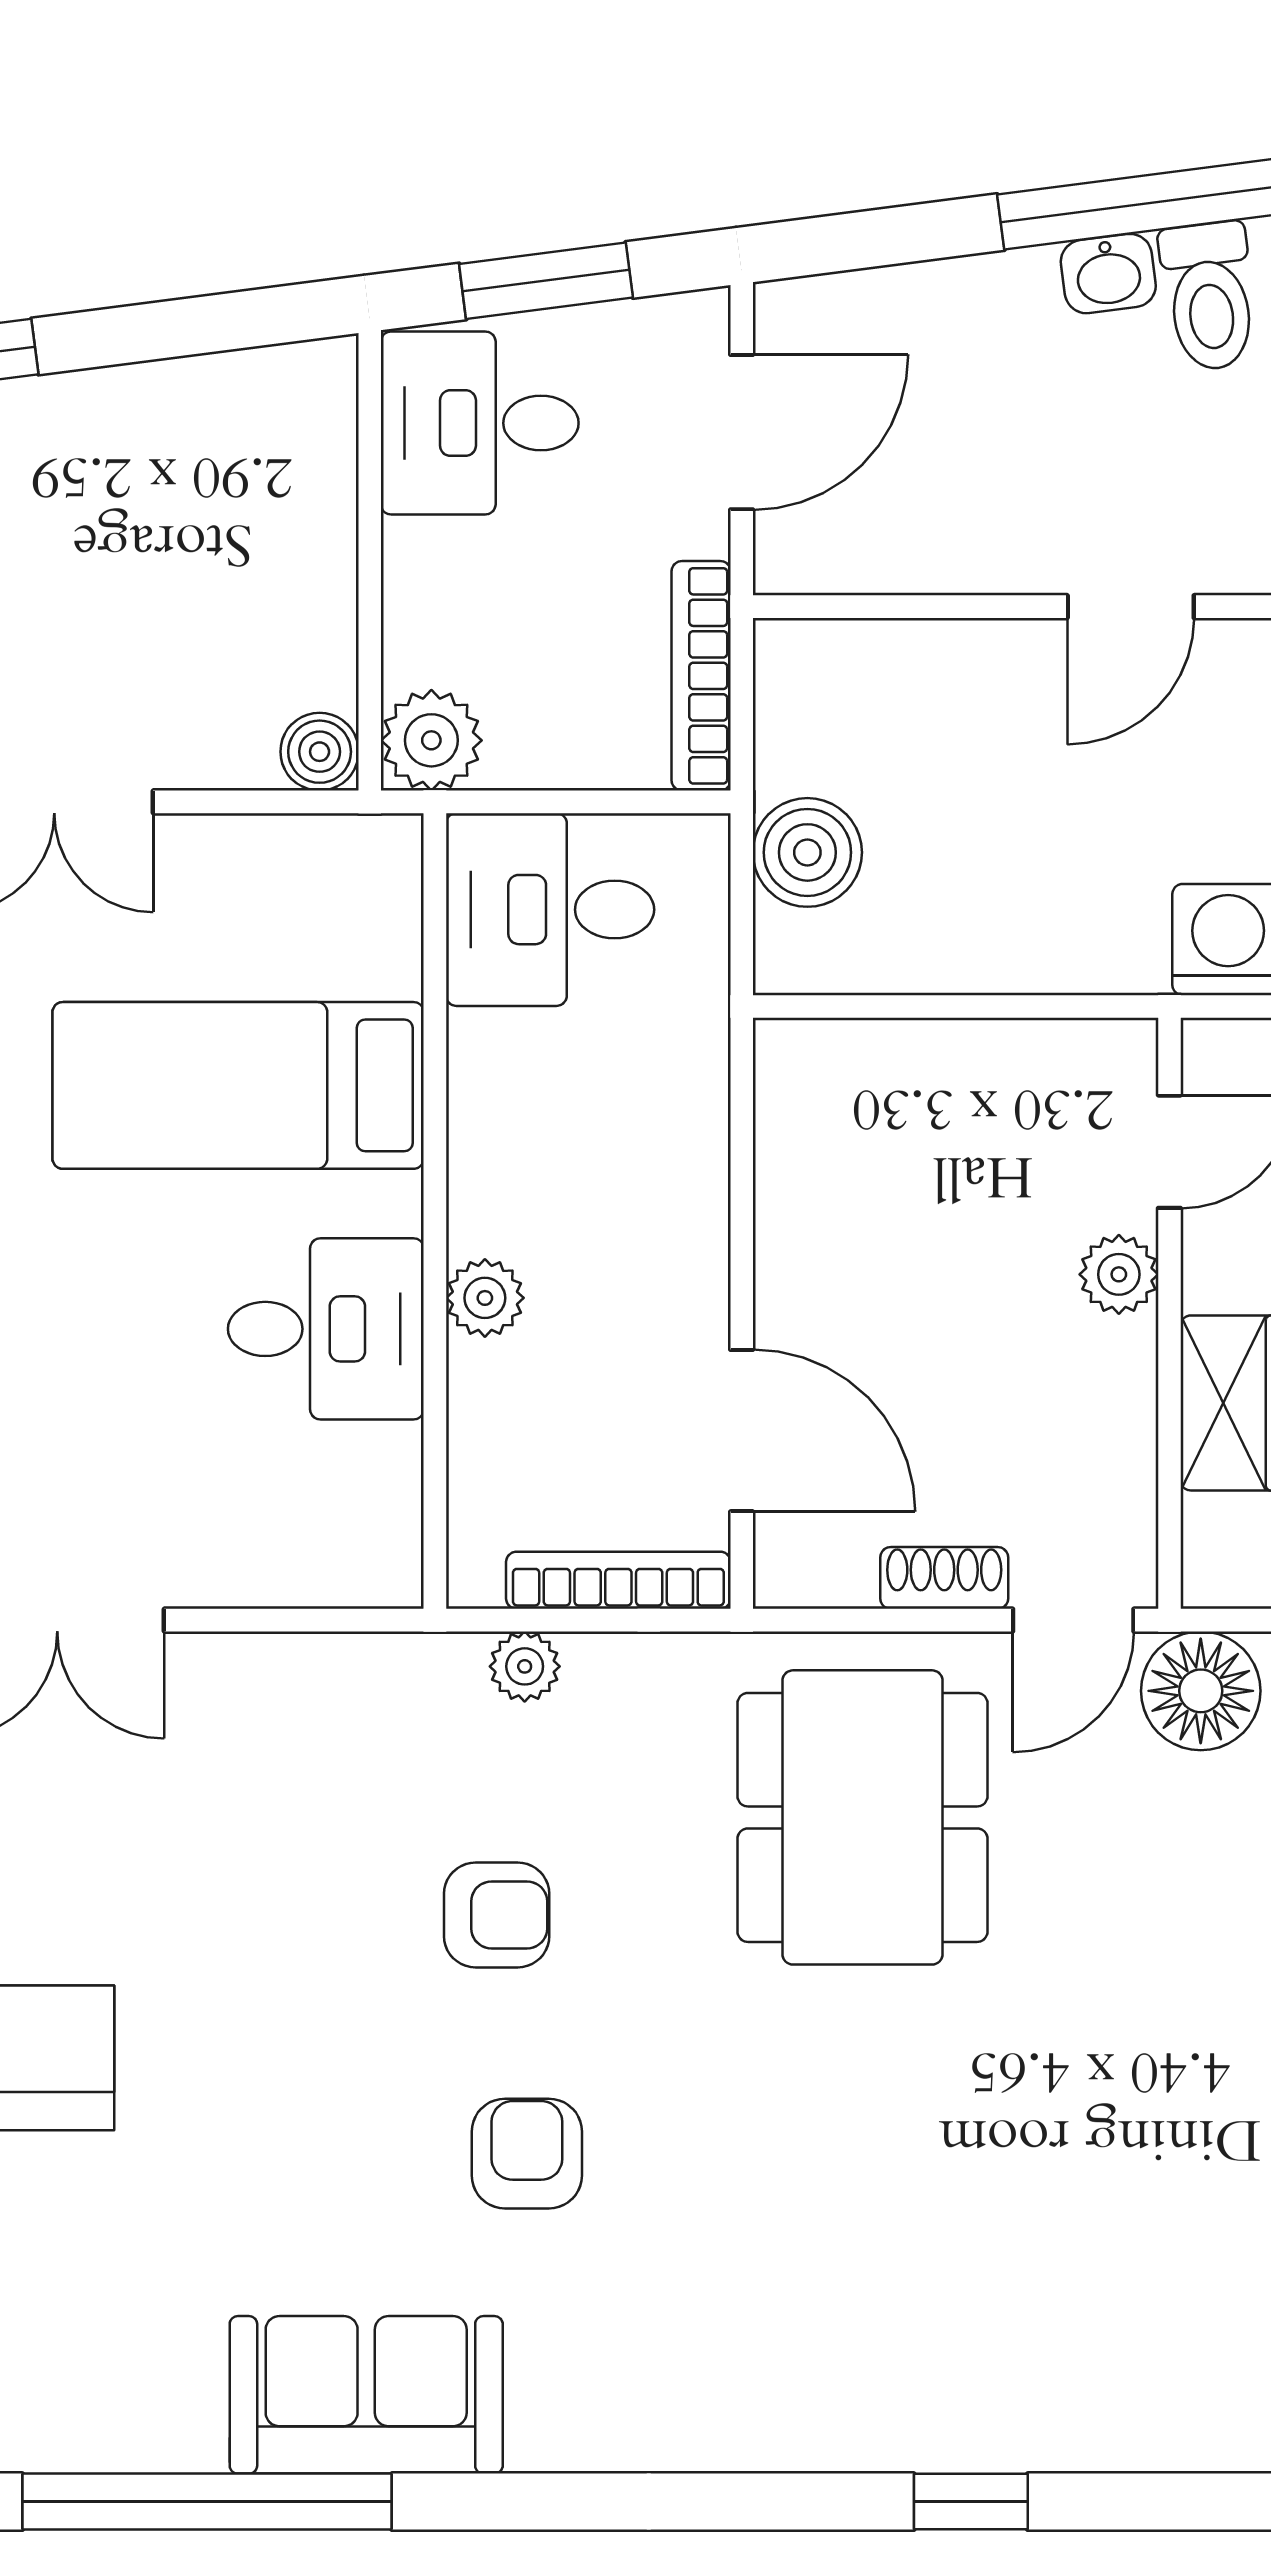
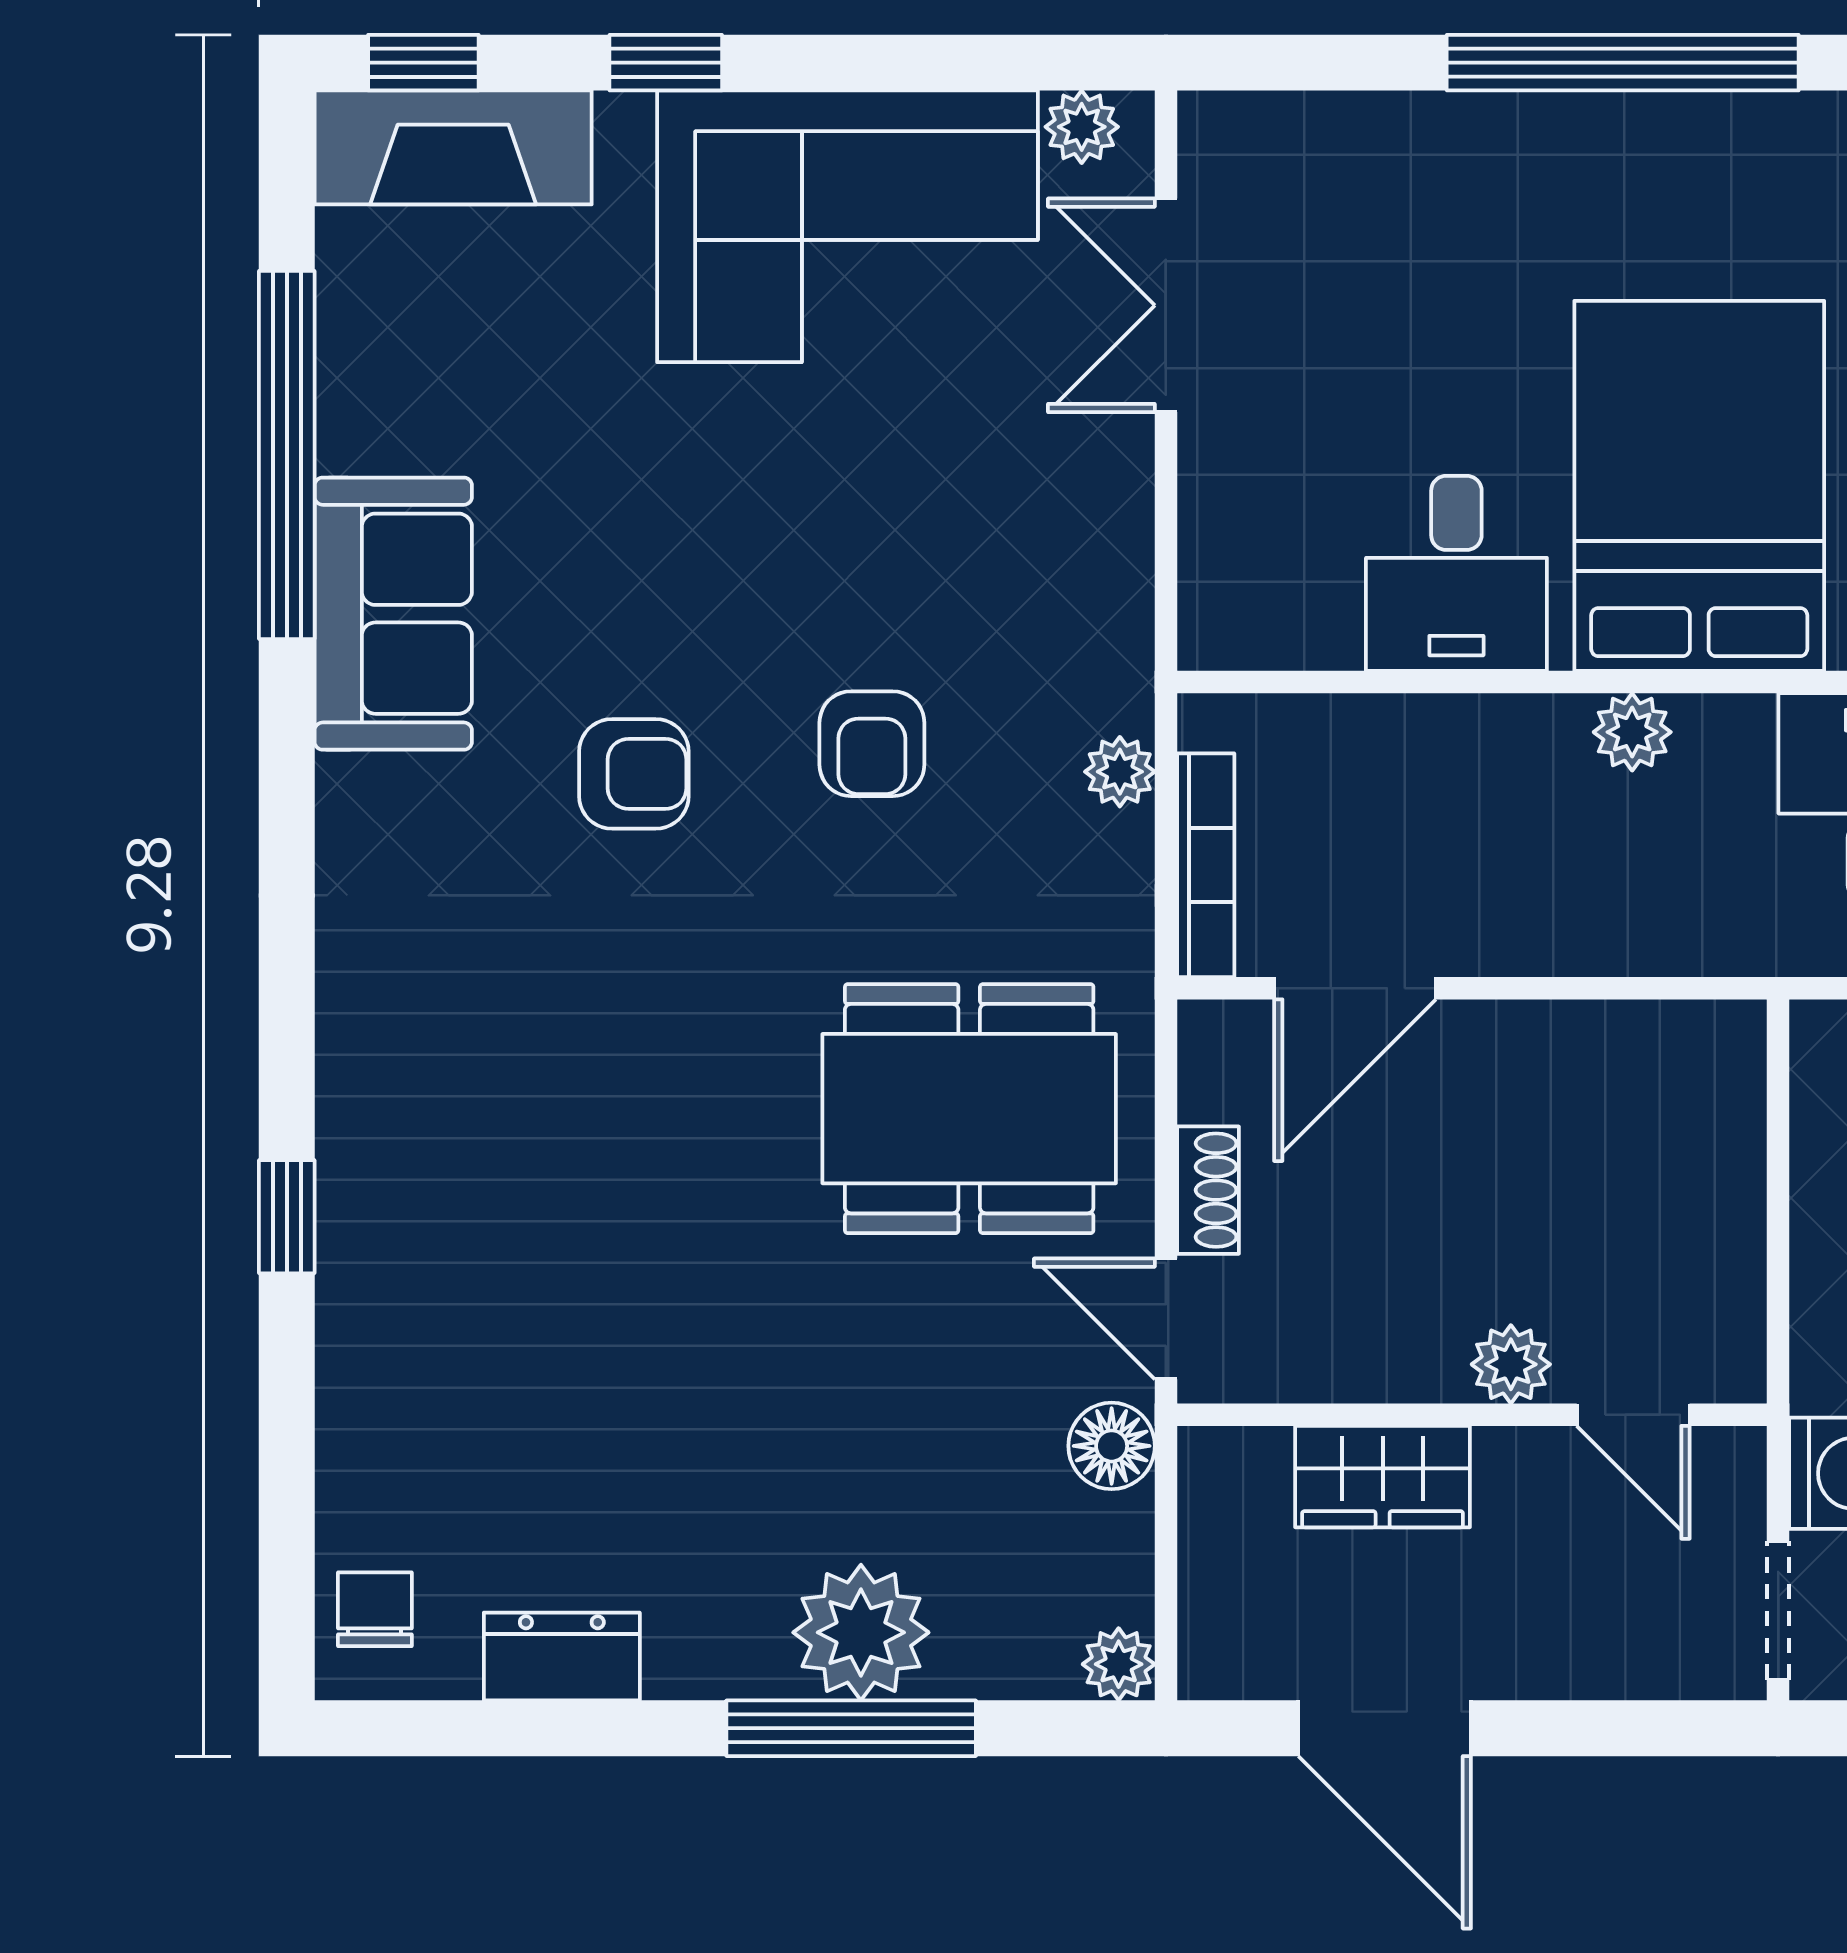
bed: (238, 1085) -> (1699, 486), width x1.50
plant: (485, 1298) -> (1632, 732), moved
floor lamp: (1201, 1691) -> (1112, 1446), width x0.73, depth x0.73

